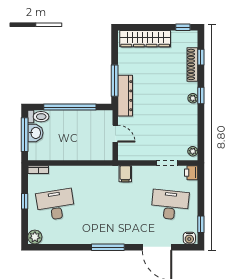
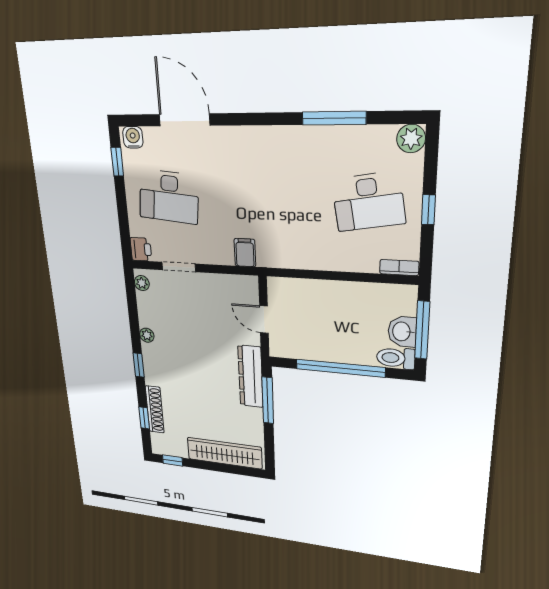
plant: (193, 98) -> (147, 335), moved
window: (108, 247) -> (334, 118), moved

